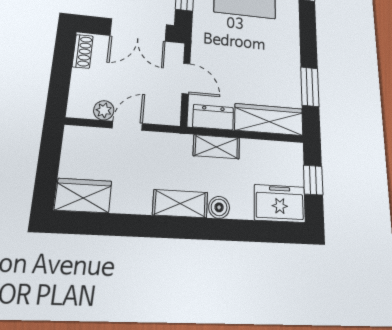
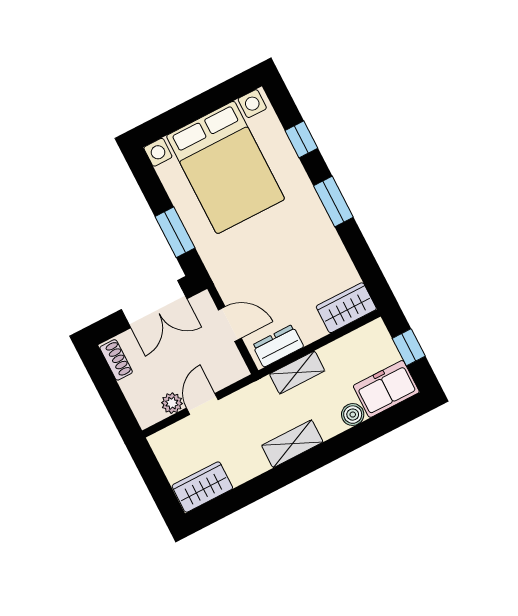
window: (310, 87) -> (333, 202), moved
wardrobe: (269, 119) -> (346, 308), width x0.67
boiler: (219, 207) -> (353, 415), moved

